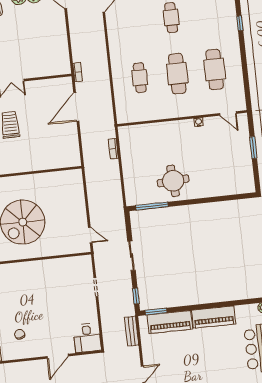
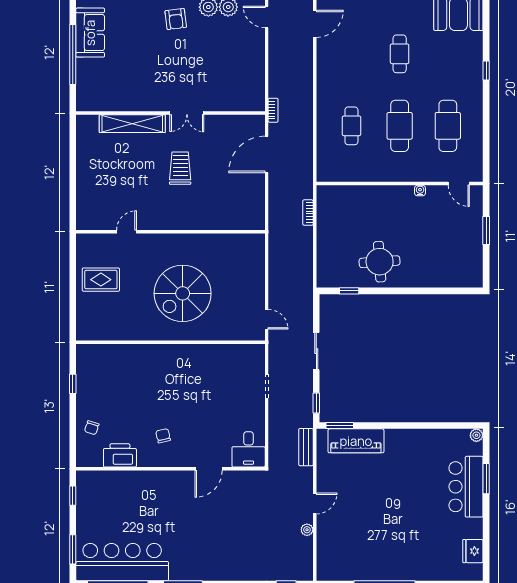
window: (152, 206) -> (349, 291), width x0.46
piano: (214, 317) -> (412, 441), removed

